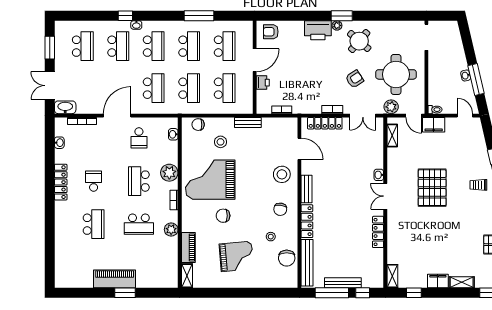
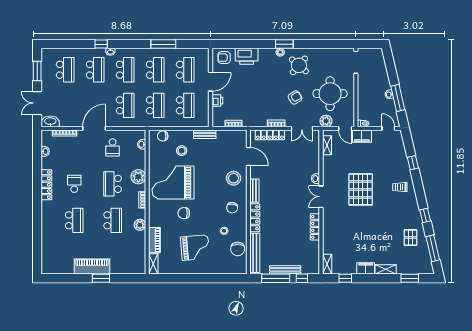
printer: (318, 30) -> (247, 56), moved
school desk: (139, 224) -> (113, 220), turned -90

